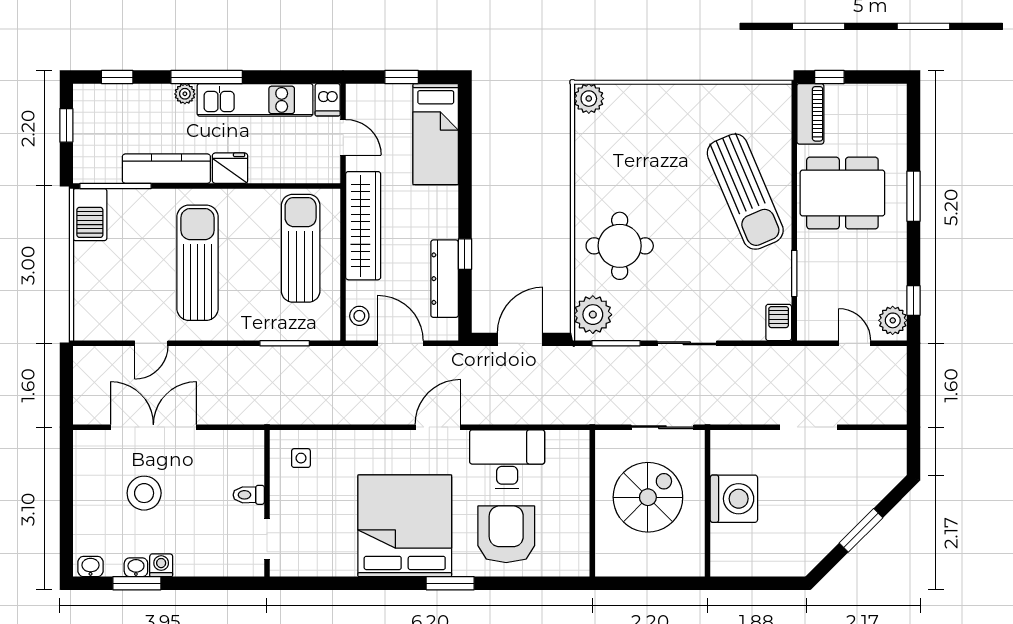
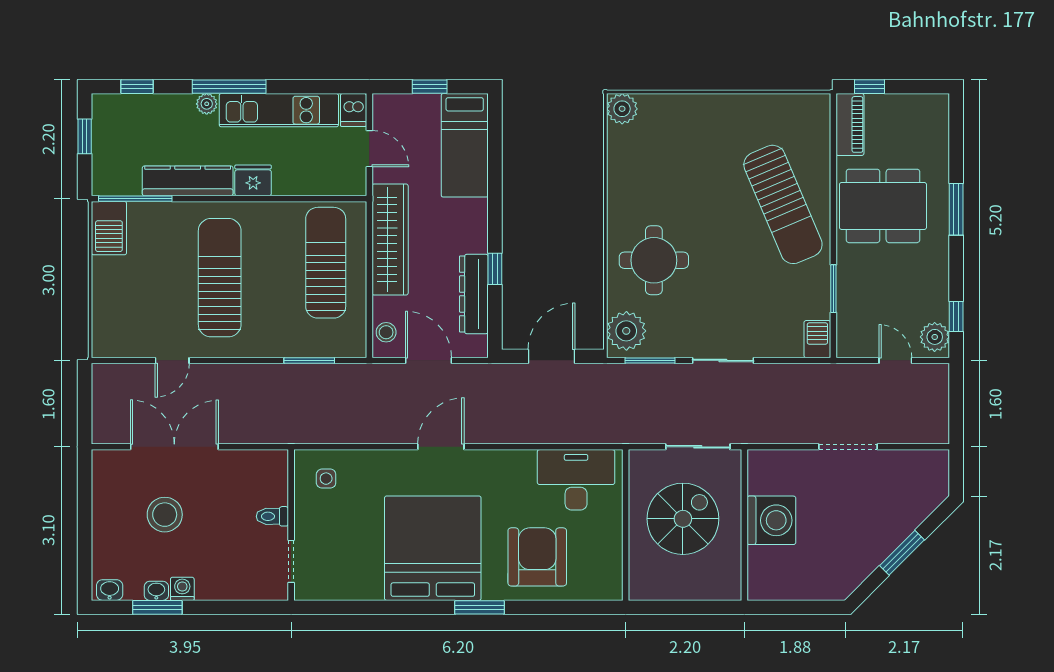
door: (438, 427) -> (441, 447), moved
desk: (507, 459) -> (576, 480), moved

